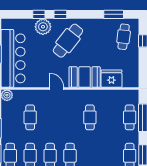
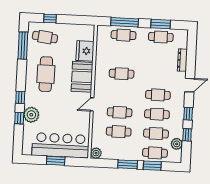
window: (114, 14) -> (23, 46), width x1.44
cafe table: (68, 41) -> (46, 74), moved, turned 52
cafe table: (50, 117) -> (120, 112), added

